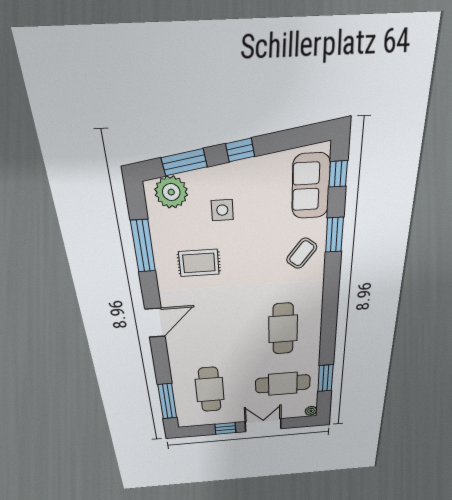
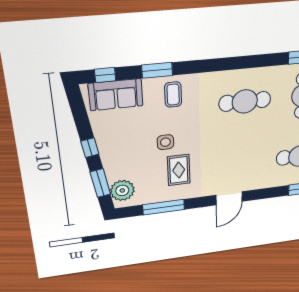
side table: (222, 210) -> (165, 142), moved
coffee table: (302, 253) -> (173, 95), turned 52
door: (155, 323) -> (229, 198), swing flipped

